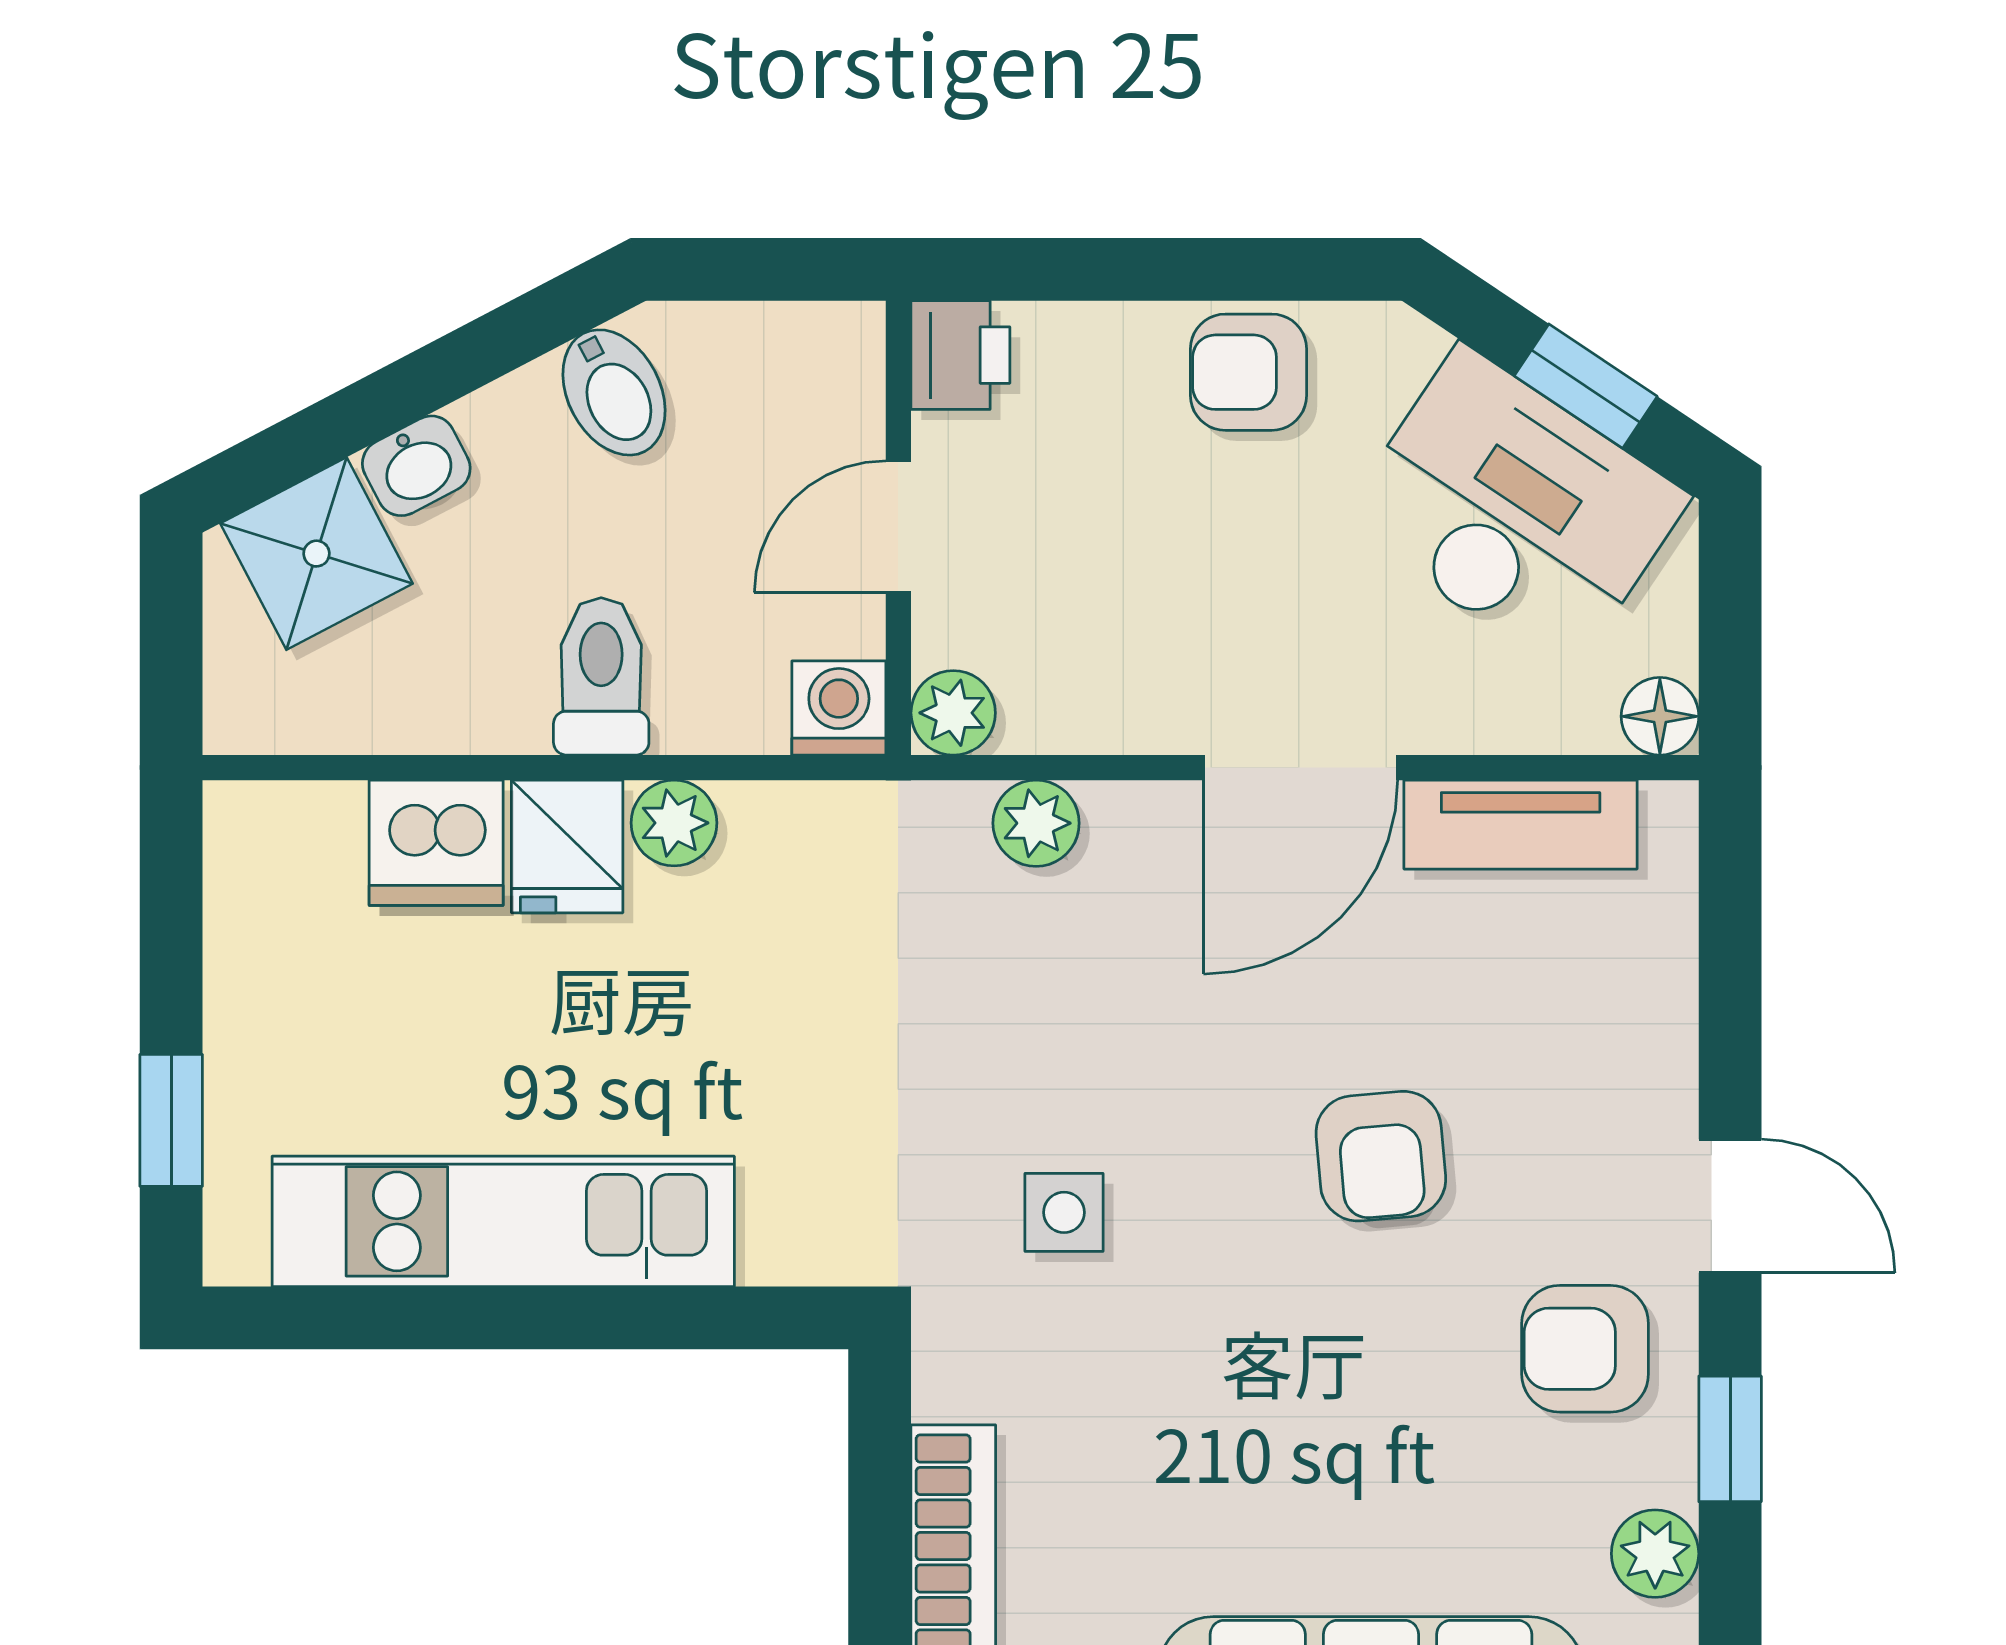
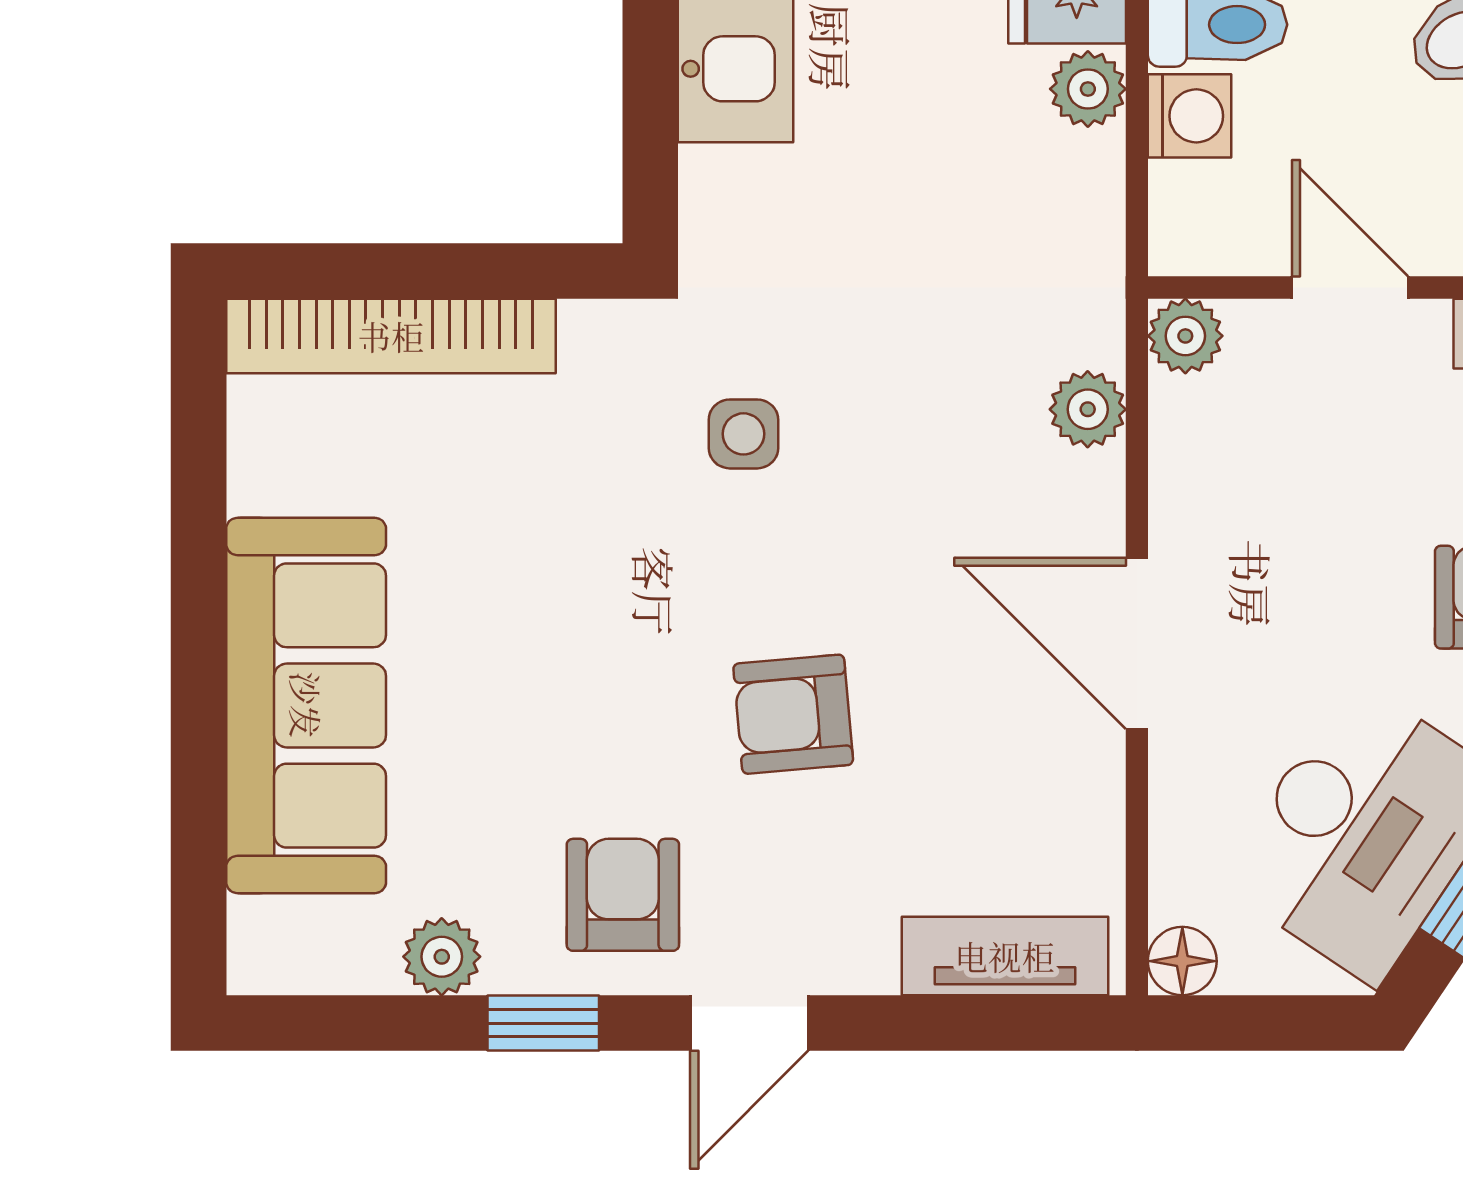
washing machine: (839, 708) -> (1190, 116), moved
tv unit: (1521, 825) -> (1005, 956), moved, turned 90

